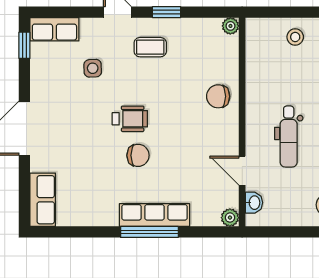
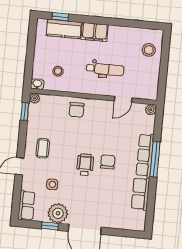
window: (166, 12) -> (25, 112), moved
stool: (295, 37) -> (58, 71), moved
window: (24, 45) -> (50, 226), moved
plant: (46, 82) -> (58, 213), added
row of seats: (43, 200) -> (141, 194), moved, turned -90
washbasin: (254, 203) -> (37, 84), moved

